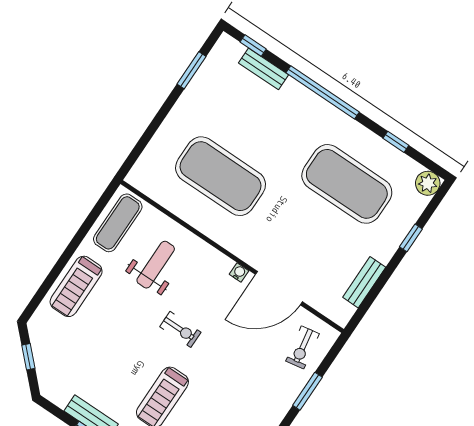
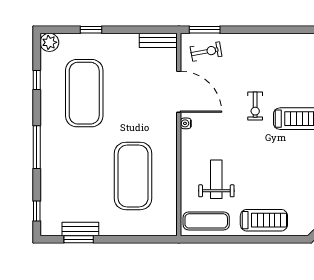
bench: (263, 69) -> (80, 229), moved, turned 90
window: (323, 92) -> (37, 147), width x0.68
weight bench: (156, 265) -> (216, 179), turned 90
bench: (364, 282) -> (158, 40), moved
exercise bike: (180, 329) -> (255, 106), moved, turned 180
window: (307, 391) -> (205, 30), moved

